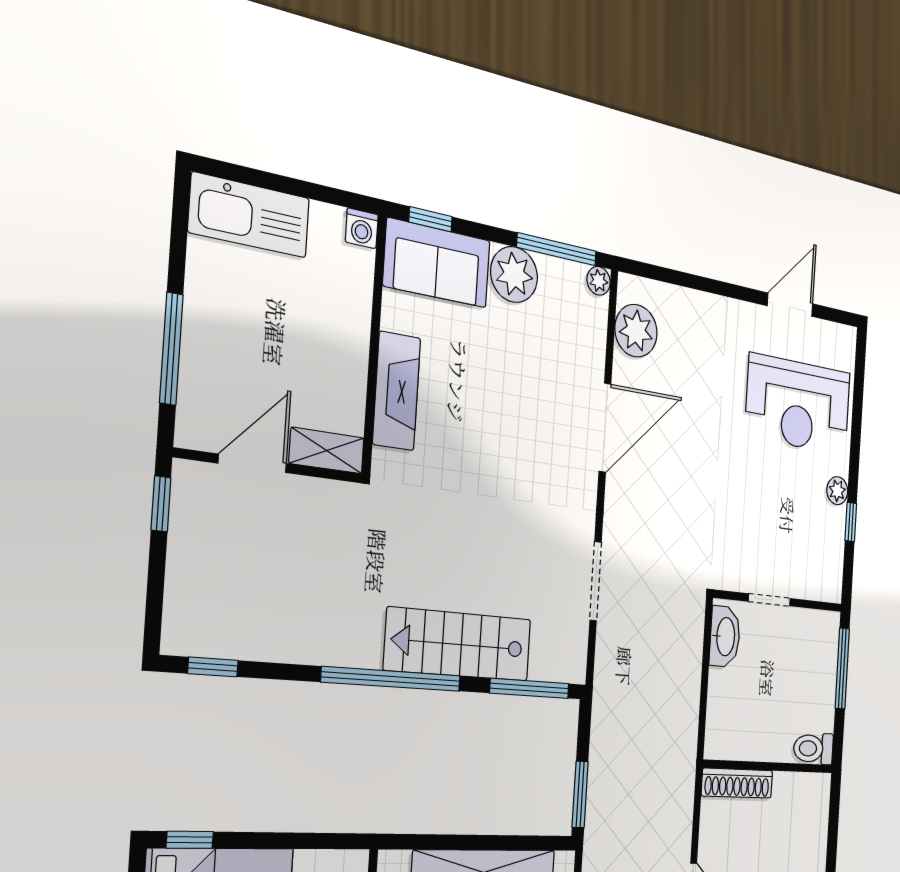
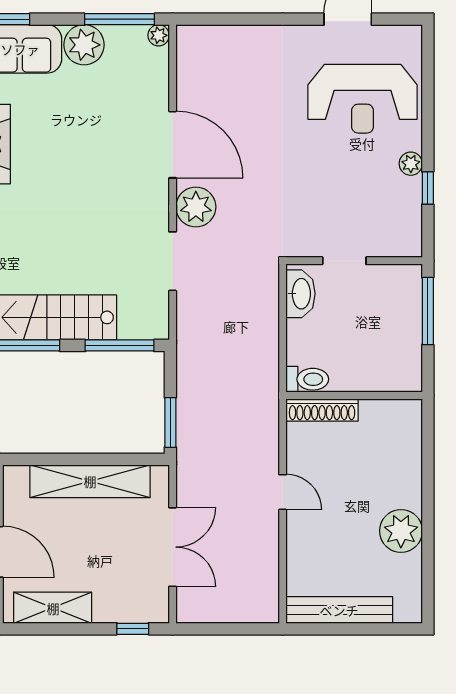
plant: (636, 331) -> (196, 207), moved
door: (605, 428) -> (173, 145), hinge flipped
toilet: (813, 749) -> (307, 379), moved, turned 180

